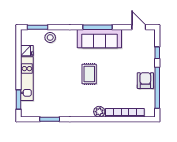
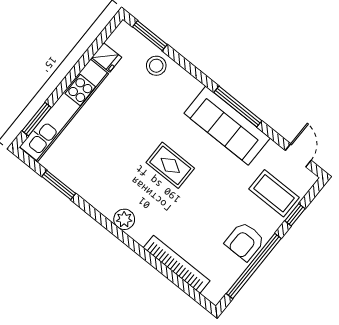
coffee table: (141, 51) -> (274, 193), added
rug: (89, 74) -> (170, 165), turned 90
kitchen unit: (27, 79) -> (64, 110), width x1.36
armchair: (145, 81) -> (245, 241), turned 180
plant: (99, 112) -> (124, 219), moved

